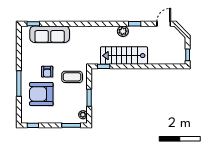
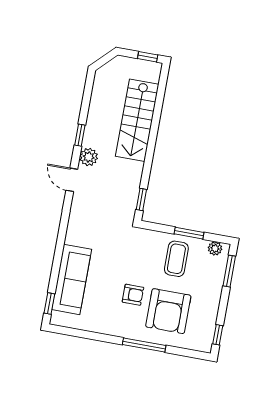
door: (164, 24) -> (72, 180), moved
stairs: (124, 56) -> (137, 120), moved
coffee table: (72, 77) -> (176, 259), moved

